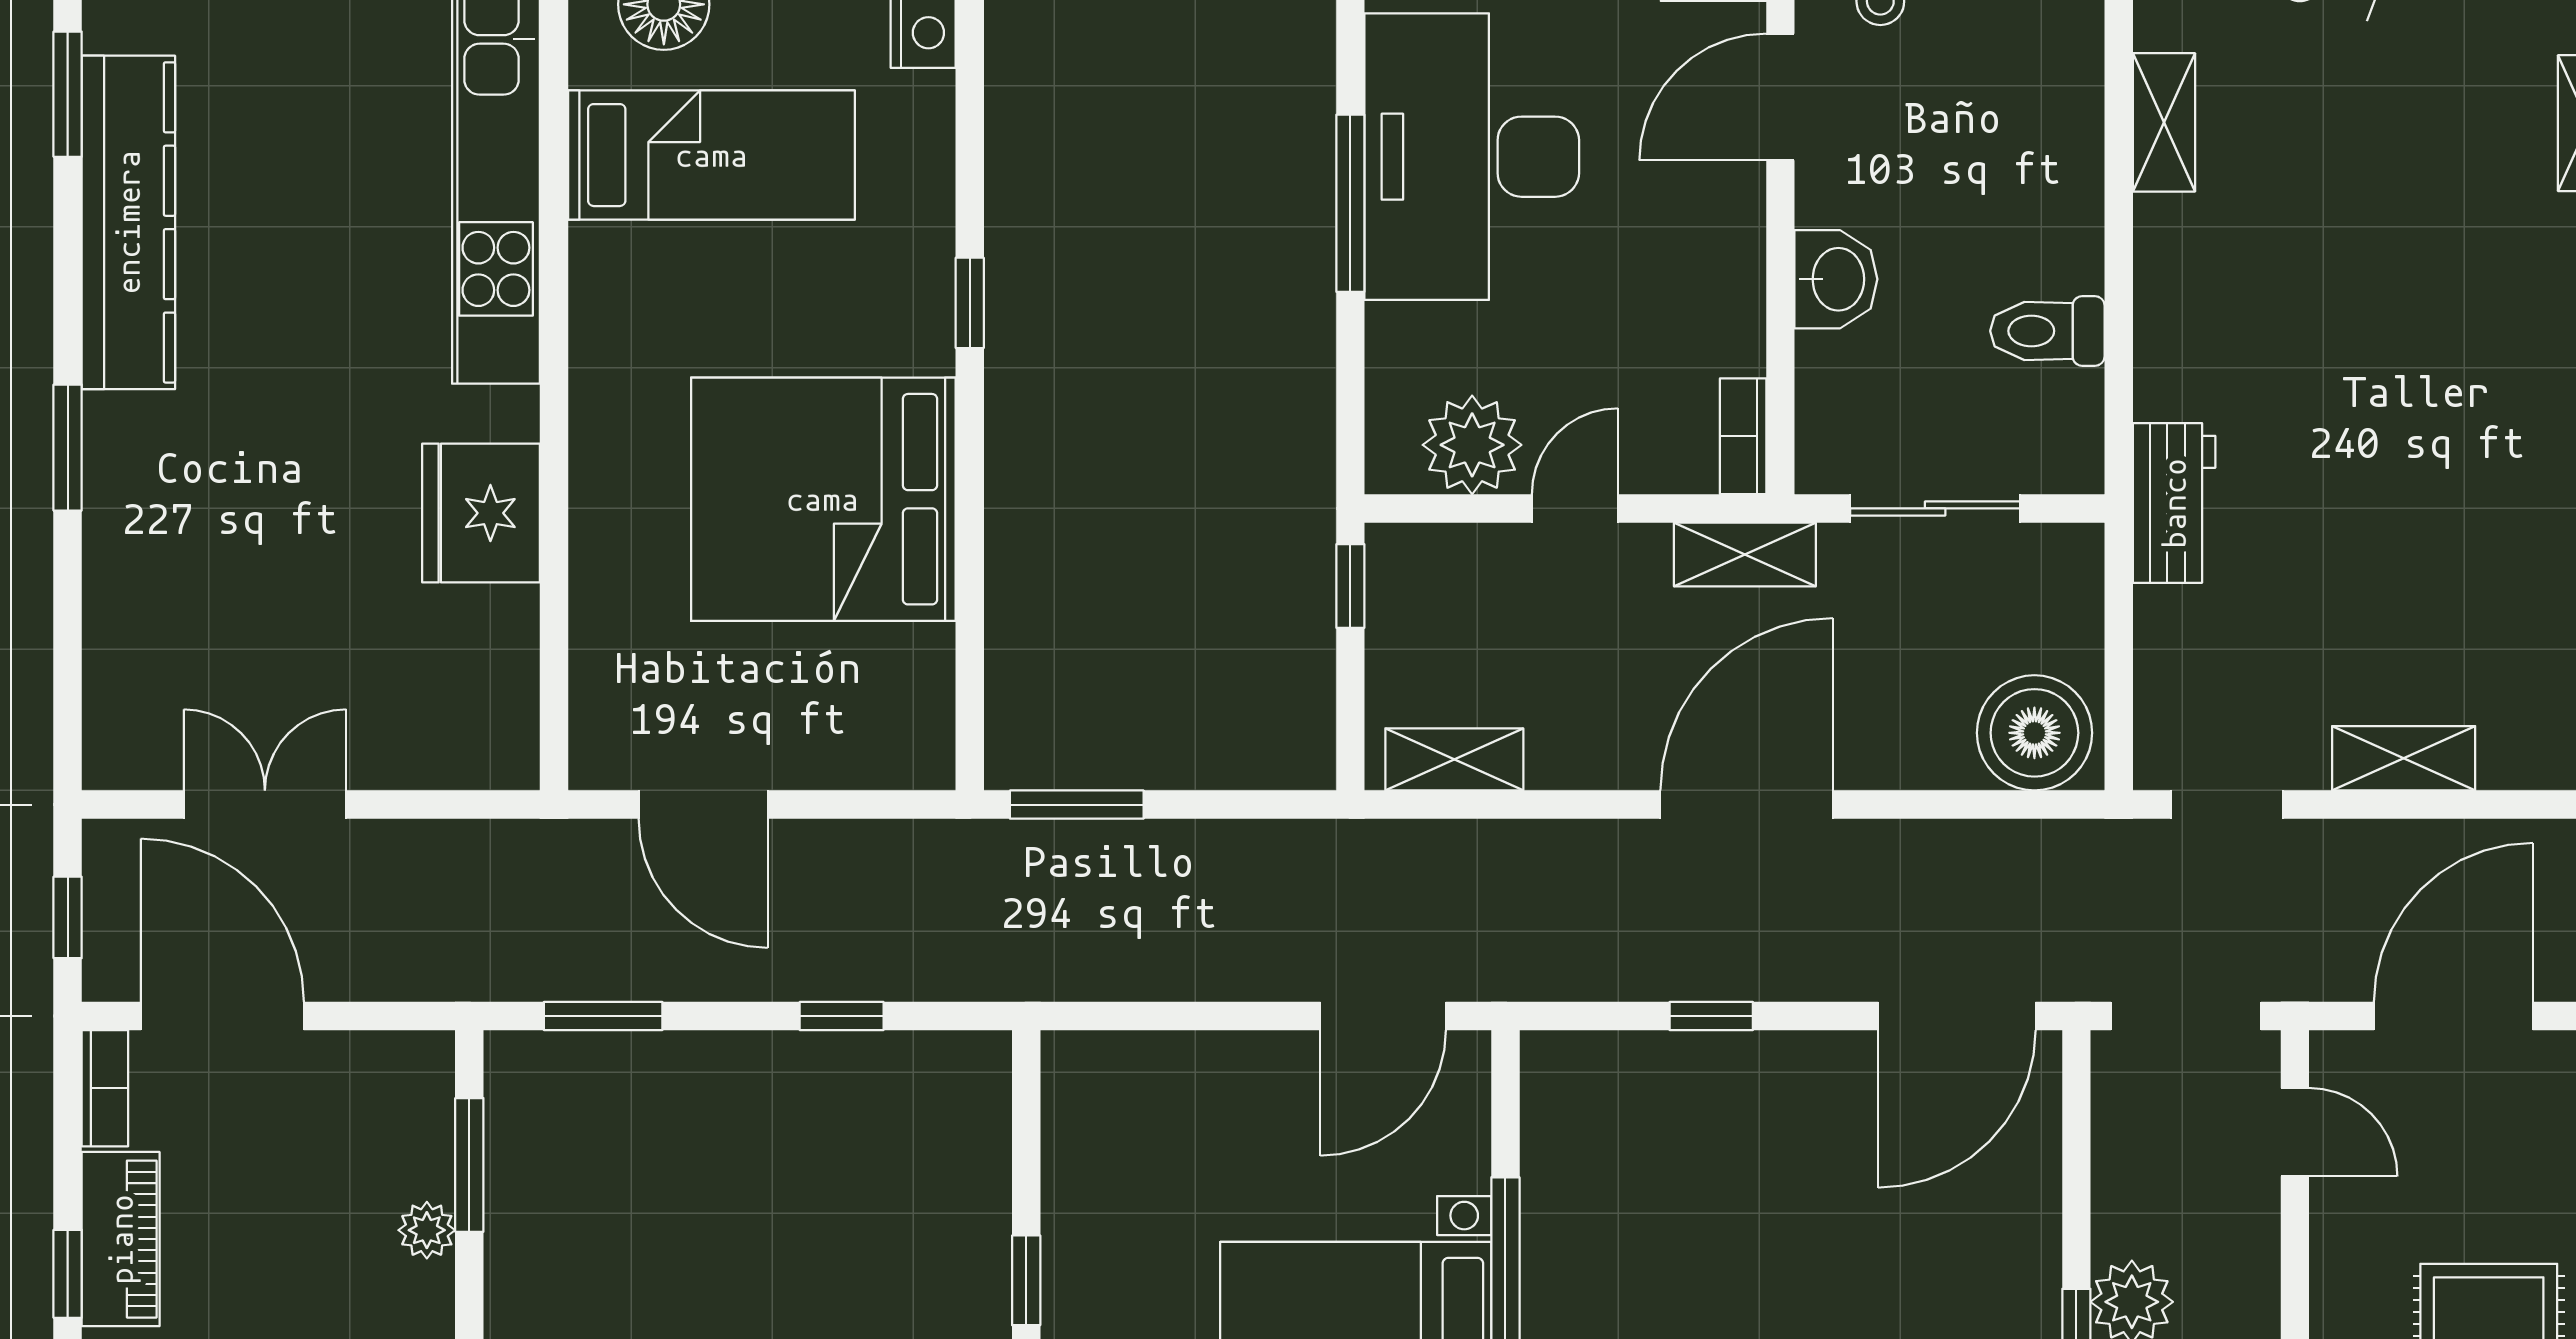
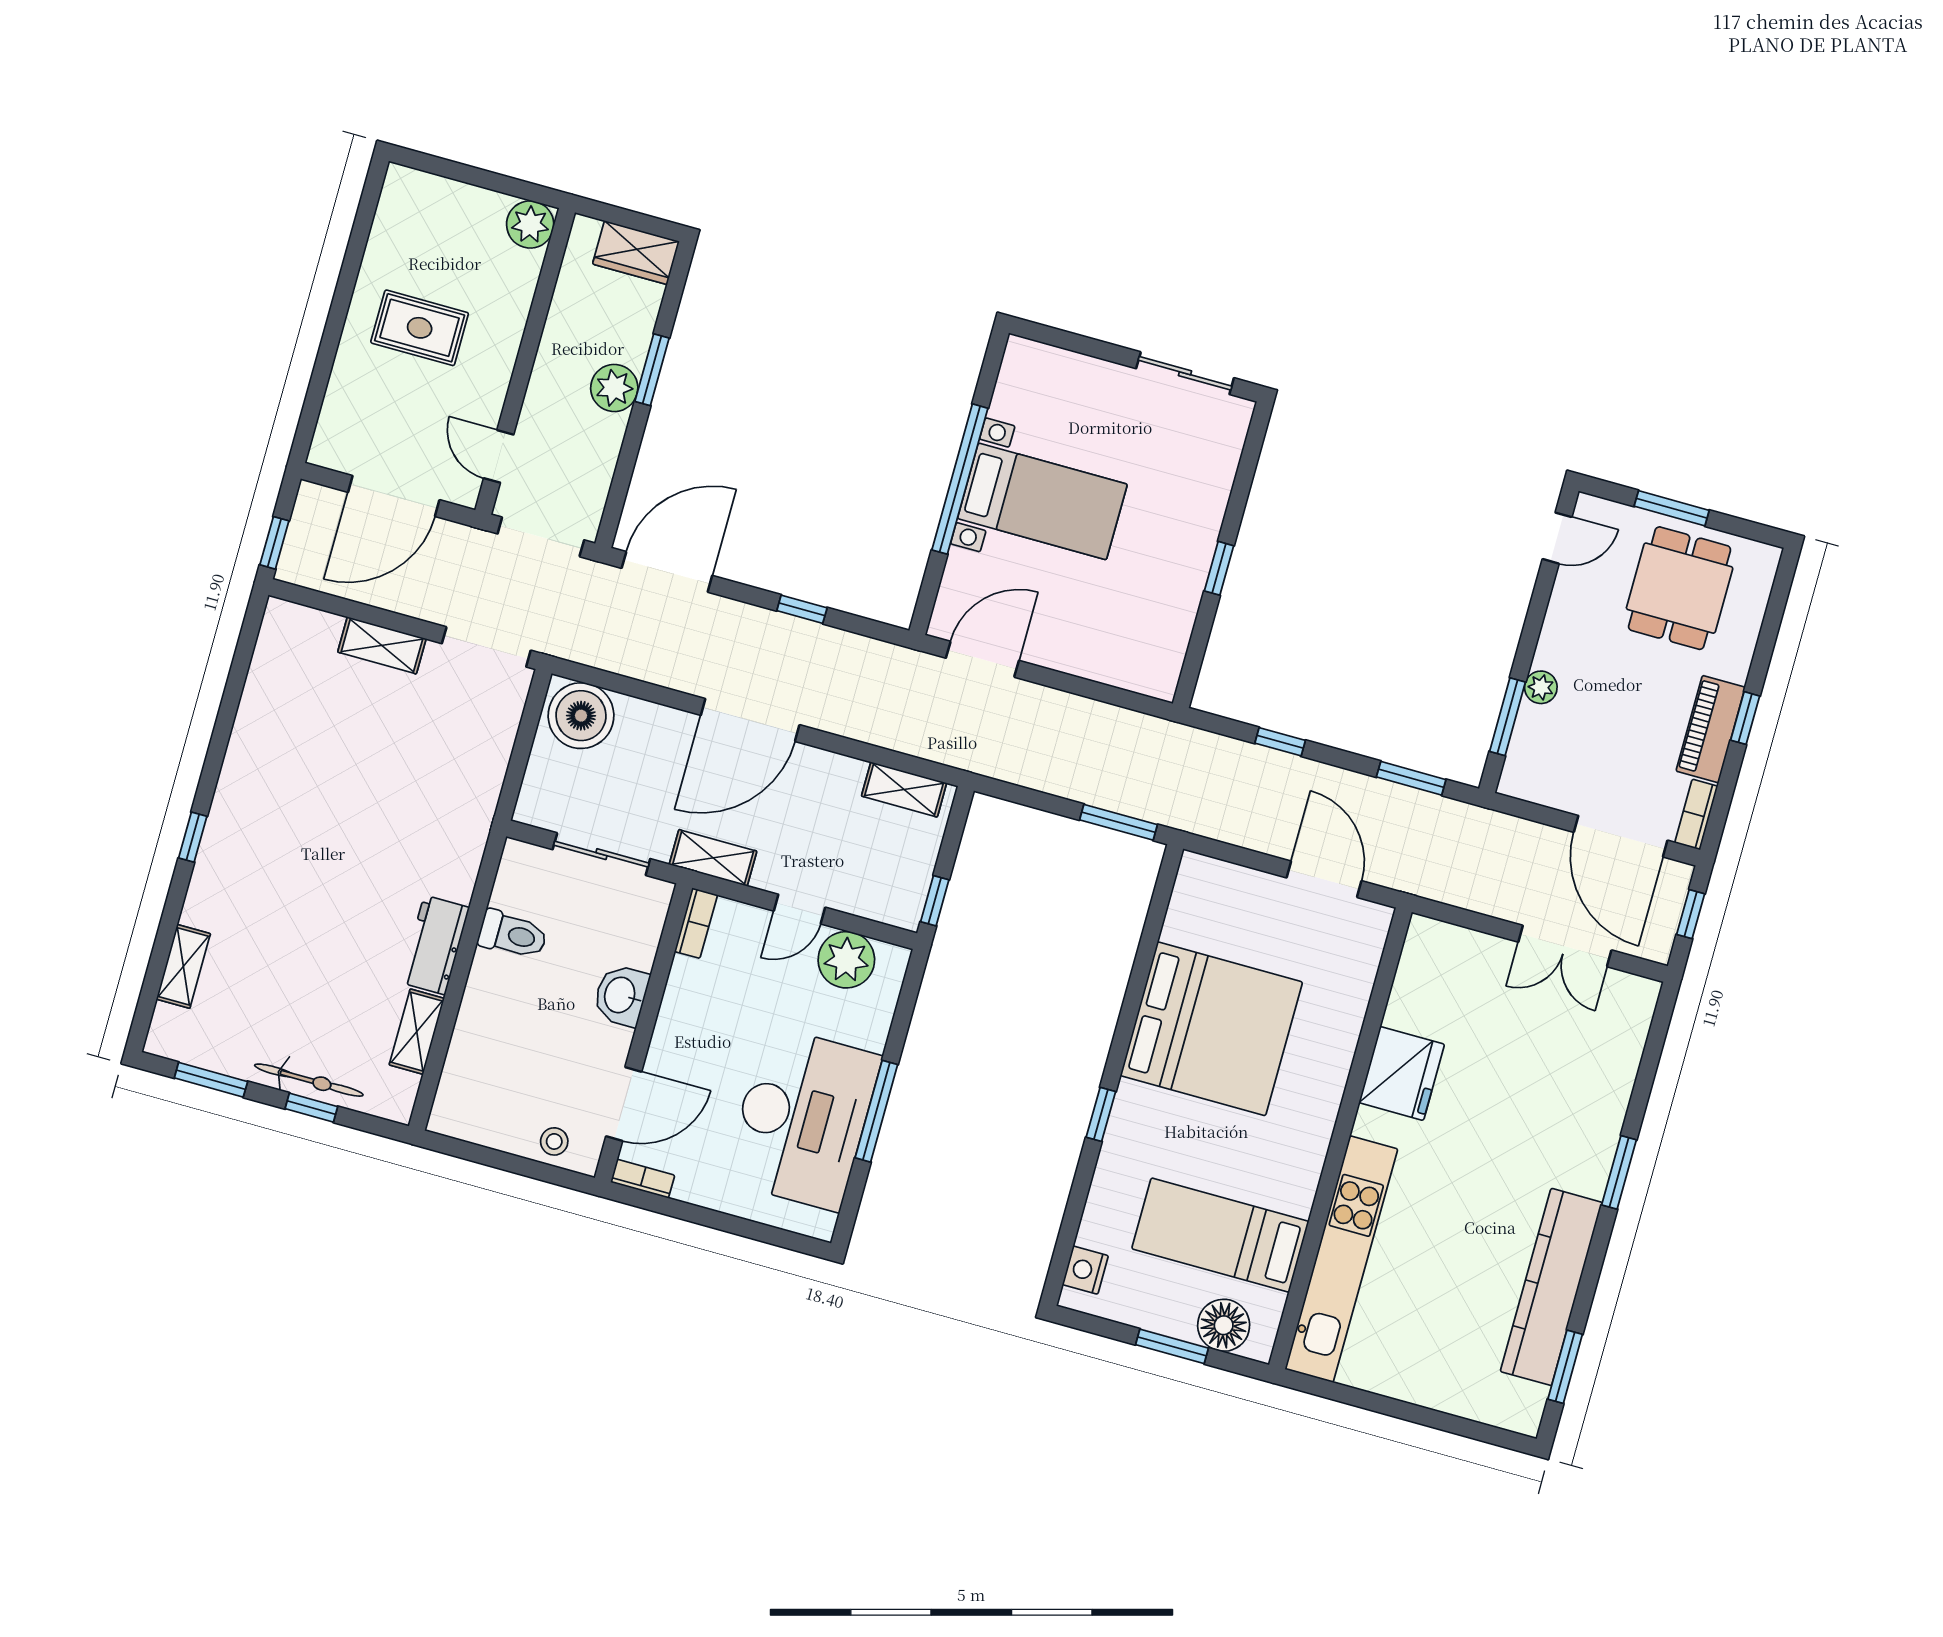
workbench: (2174, 503) -> (435, 945), moved
doorway: (2227, 805) -> (486, 647), width x1.38

